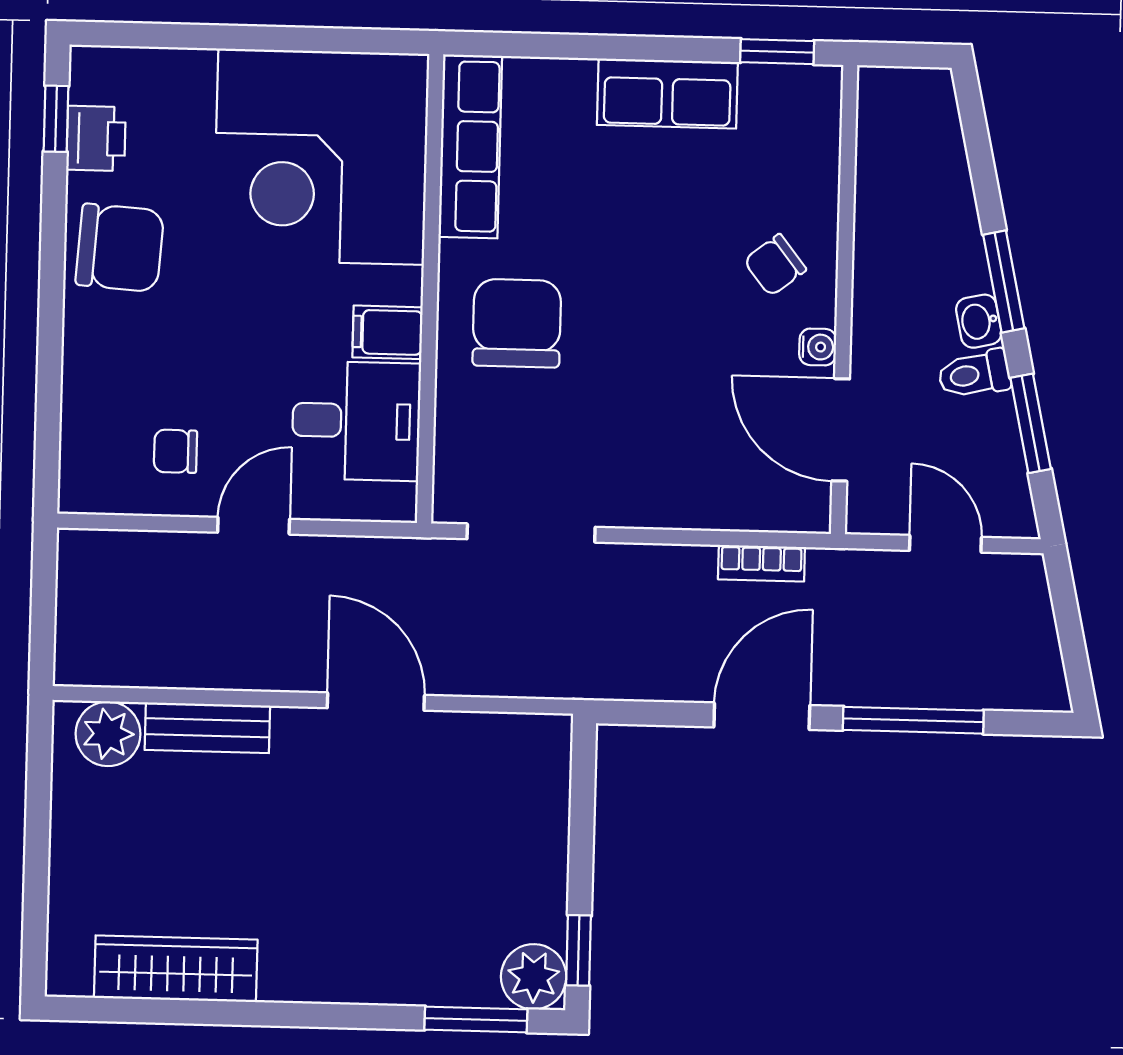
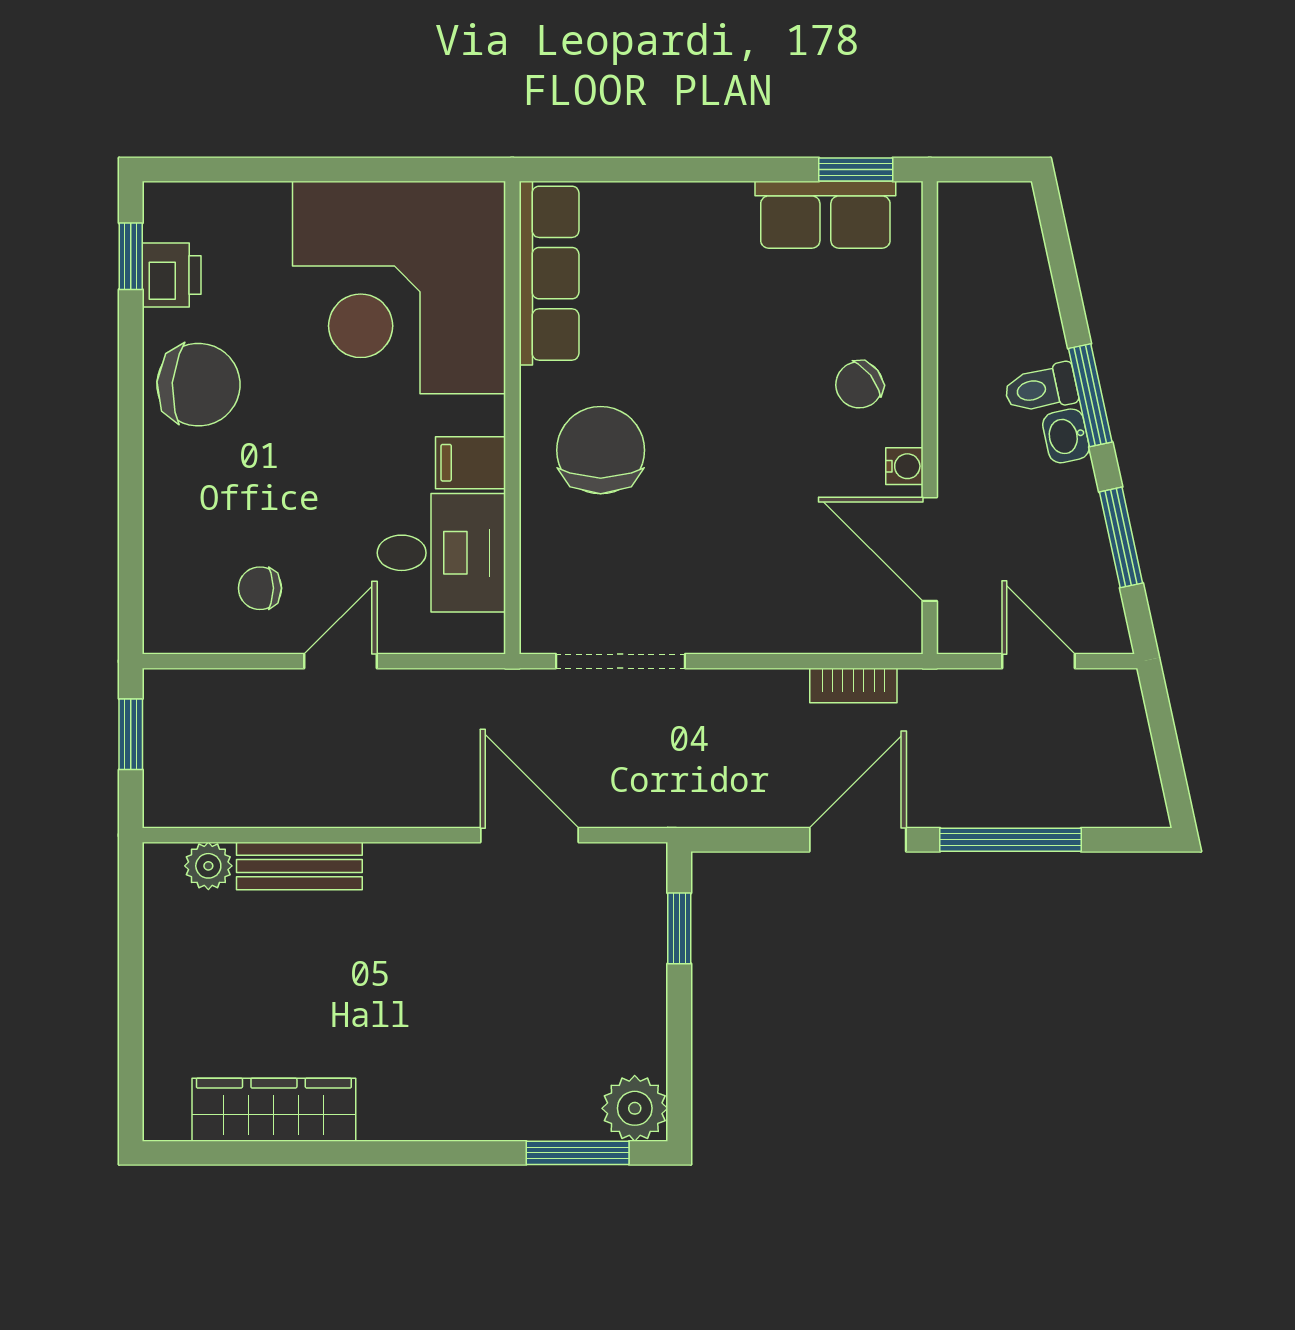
row of seats: (667, 94) -> (825, 215), moved
toilet: (974, 374) -> (1041, 388), moved
window: (44, 593) -> (131, 734), added
door: (376, 702) -> (530, 835), moved
plant: (108, 734) -> (208, 866), width x0.73, depth x0.73
window: (578, 950) -> (679, 928), moved

